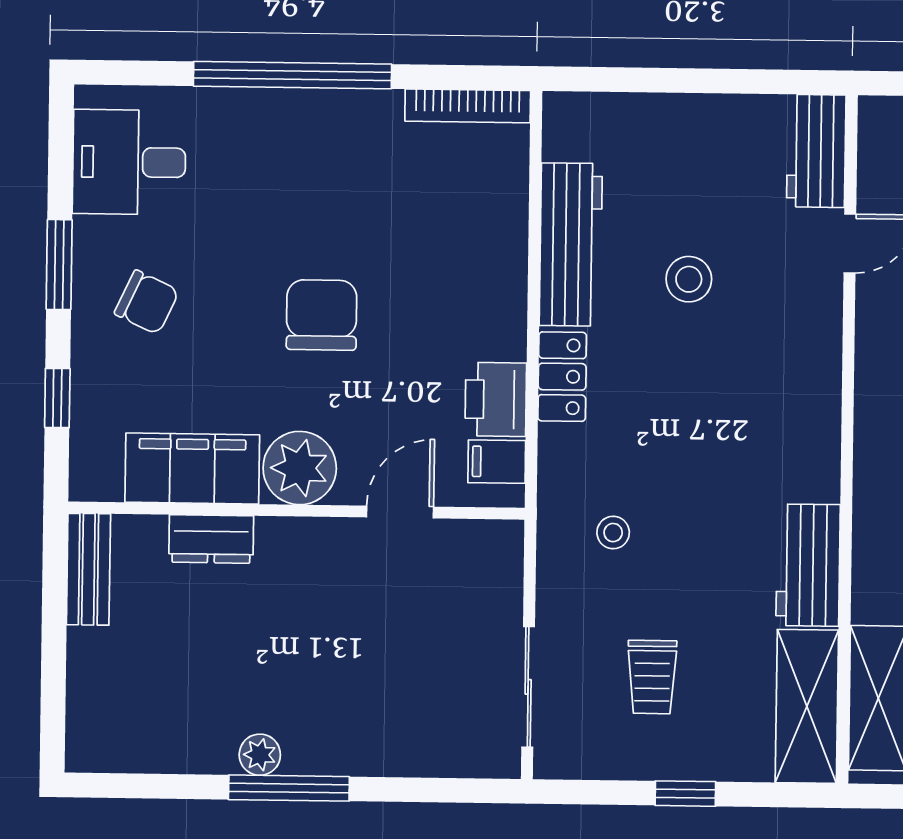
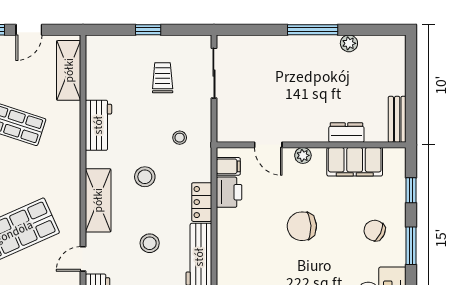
chair: (322, 315) -> (302, 226), turned 87
stool: (698, 439) -> (145, 177), added
plant: (300, 468) -> (303, 155), width x0.53, depth x0.53
door: (400, 512) -> (268, 145), hinge flipped
shelving: (807, 706) -> (98, 200), moved
plant: (260, 755) -> (349, 43), moved

